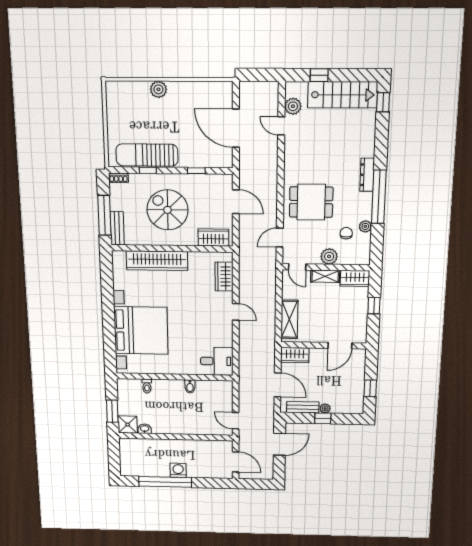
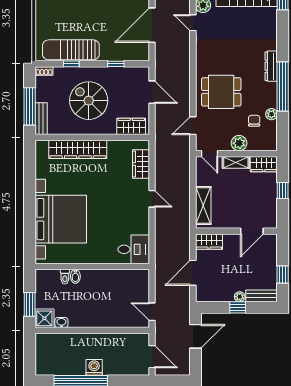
door: (236, 128) -> (152, 25), hinge flipped
door: (278, 385) -> (193, 273), swing flipped
bidet: (190, 387) -> (75, 276), moved
bench: (303, 407) -> (262, 296), moved

